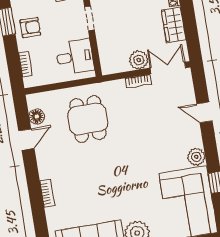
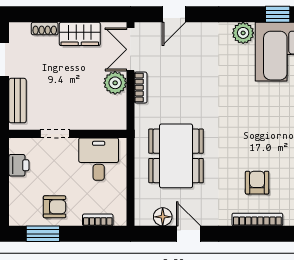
armchair: (30, 27) -> (55, 207), turned 90
door: (204, 112) -> (174, 14), moved
dining table: (88, 119) -> (176, 156), width x1.38
armchair: (77, 188) -> (257, 183), added
bookcase: (47, 193) -> (257, 220), width x1.56

